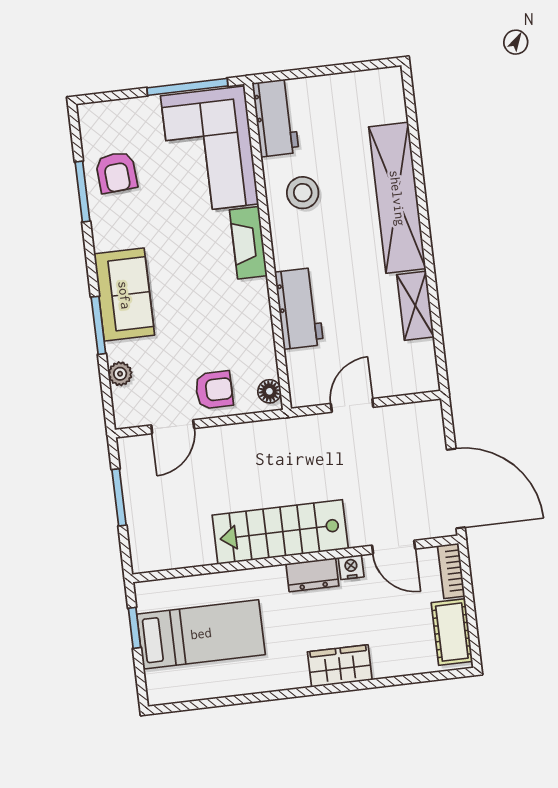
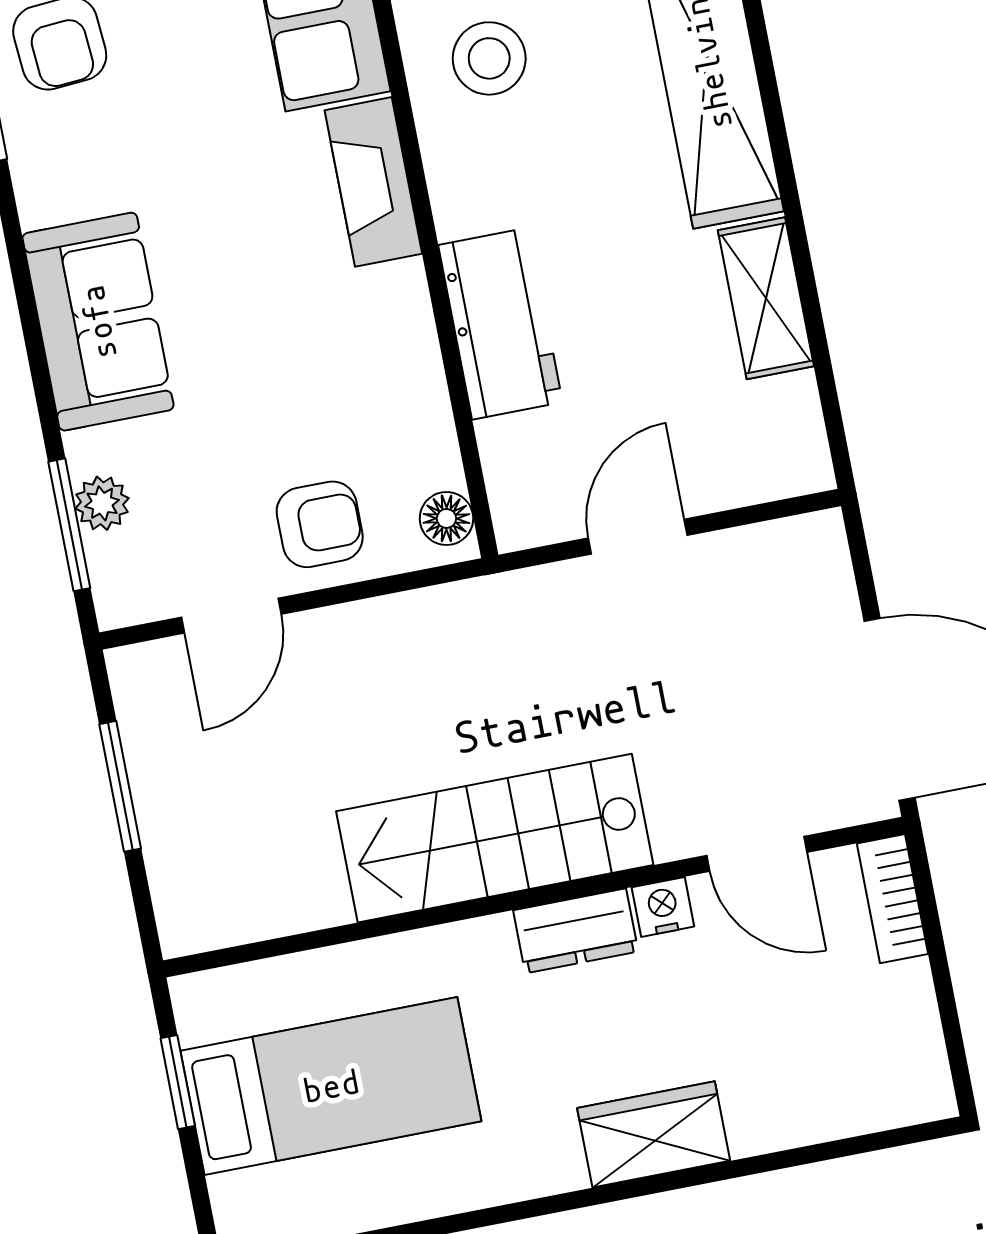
window: (98, 325) -> (69, 525), moved
cot: (452, 632) -> (904, 1038), removed

